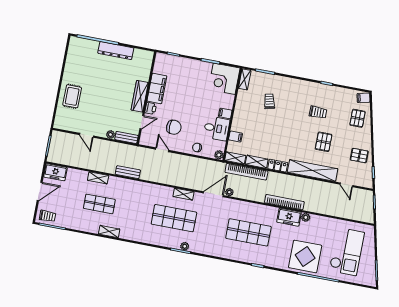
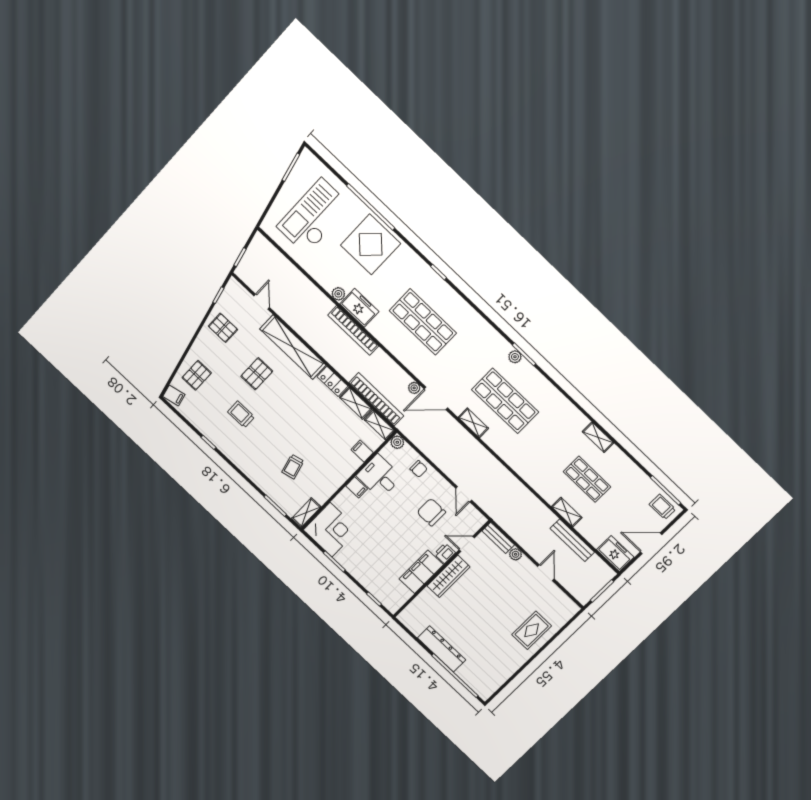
bench: (128, 172) -> (572, 540), moved, width x1.36

